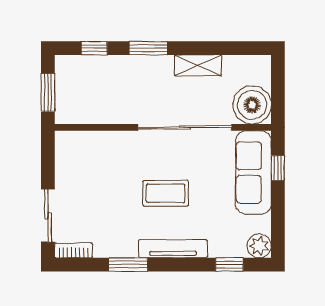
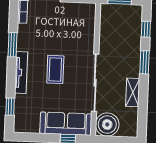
plant: (259, 246) -> (21, 125), removed

